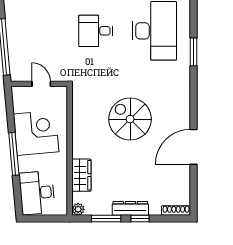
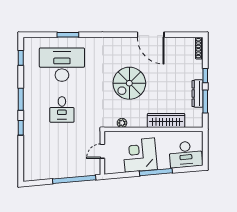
window: (193, 52) -> (68, 35), moved
wardrobe: (81, 175) -> (166, 120), width x1.50
dresser: (130, 208) -> (198, 94), moved
plant: (78, 209) -> (122, 123), moved

